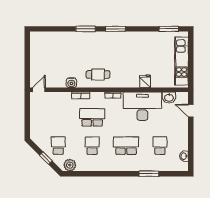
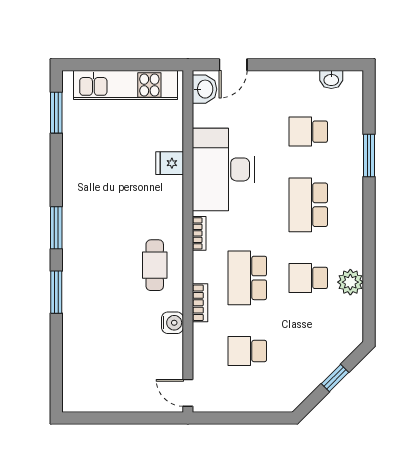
washbasin: (169, 98) -> (204, 89), moved
school desk: (58, 146) -> (247, 351), moved
plant: (70, 165) -> (350, 282), moved

